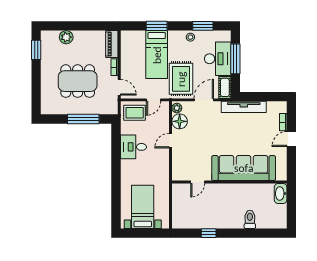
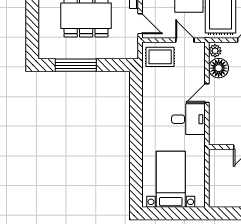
door: (154, 100) -> (185, 40), swing flipped
window: (83, 119) -> (76, 65), moved
desk: (133, 147) -> (188, 119), moved, turned 180

